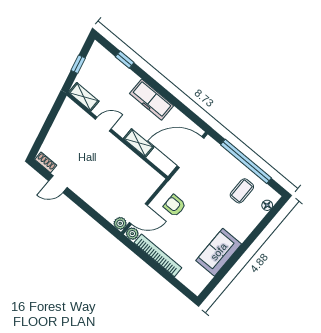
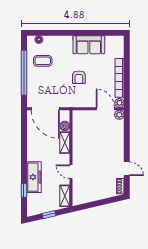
freezer: (152, 100) -> (34, 177), moved
boiler: (156, 157) -> (65, 126), added
armchair: (175, 206) -> (79, 77), moved

